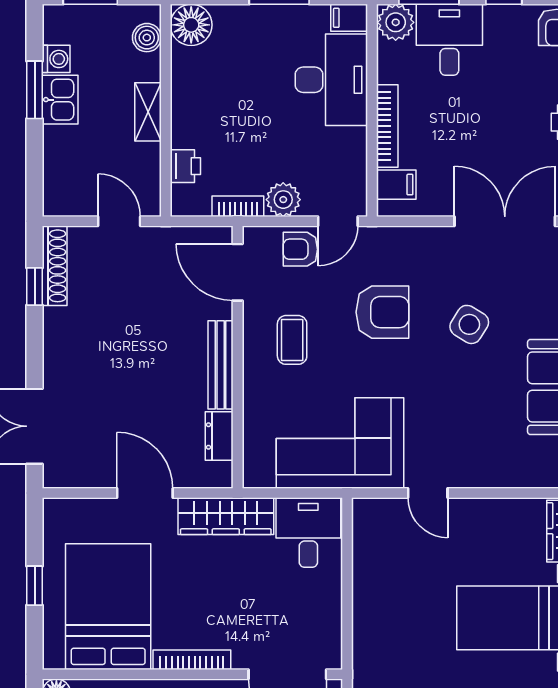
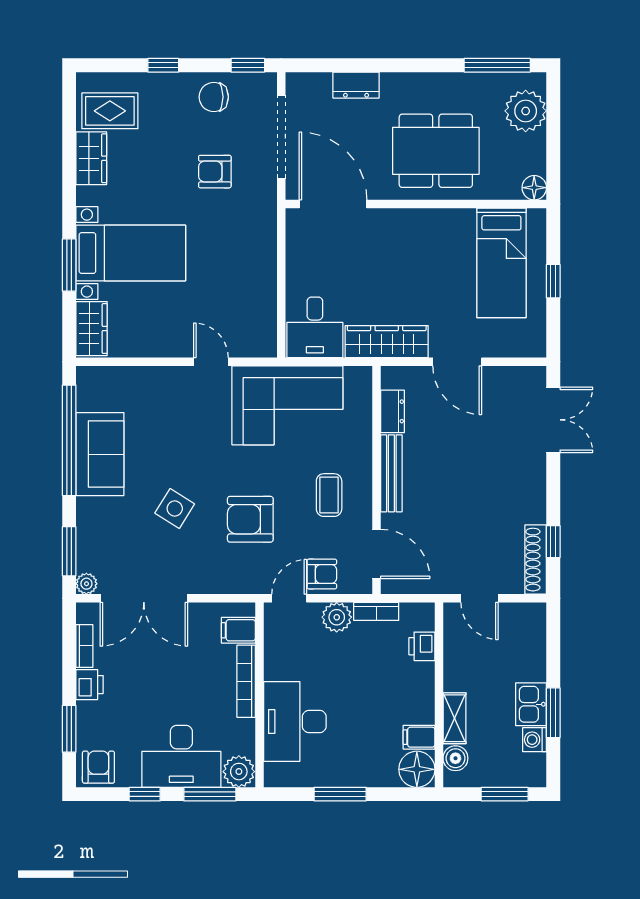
filing cabinet: (349, 18) -> (419, 737), moved, turned 180
desk: (449, 40) -> (181, 756), width x1.37
shelving: (148, 112) -> (455, 718), moved
bed: (108, 607) -> (501, 263), width x0.67
bookcase: (192, 660) -> (416, 217), removed

